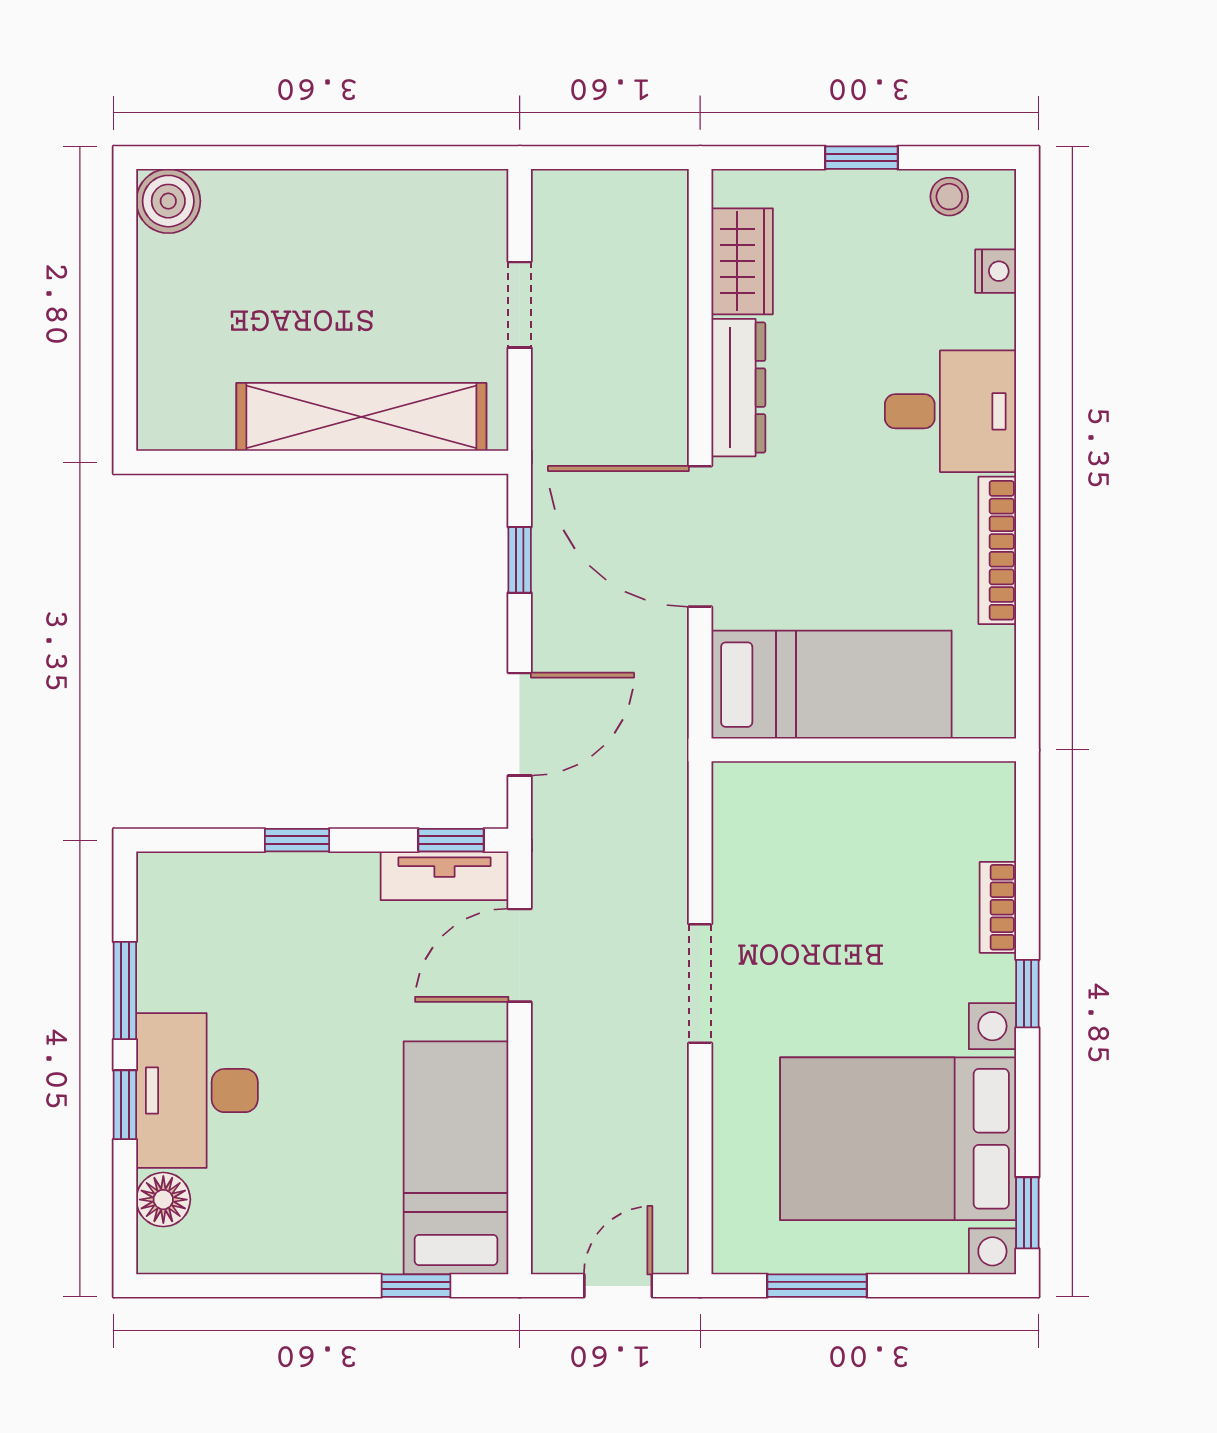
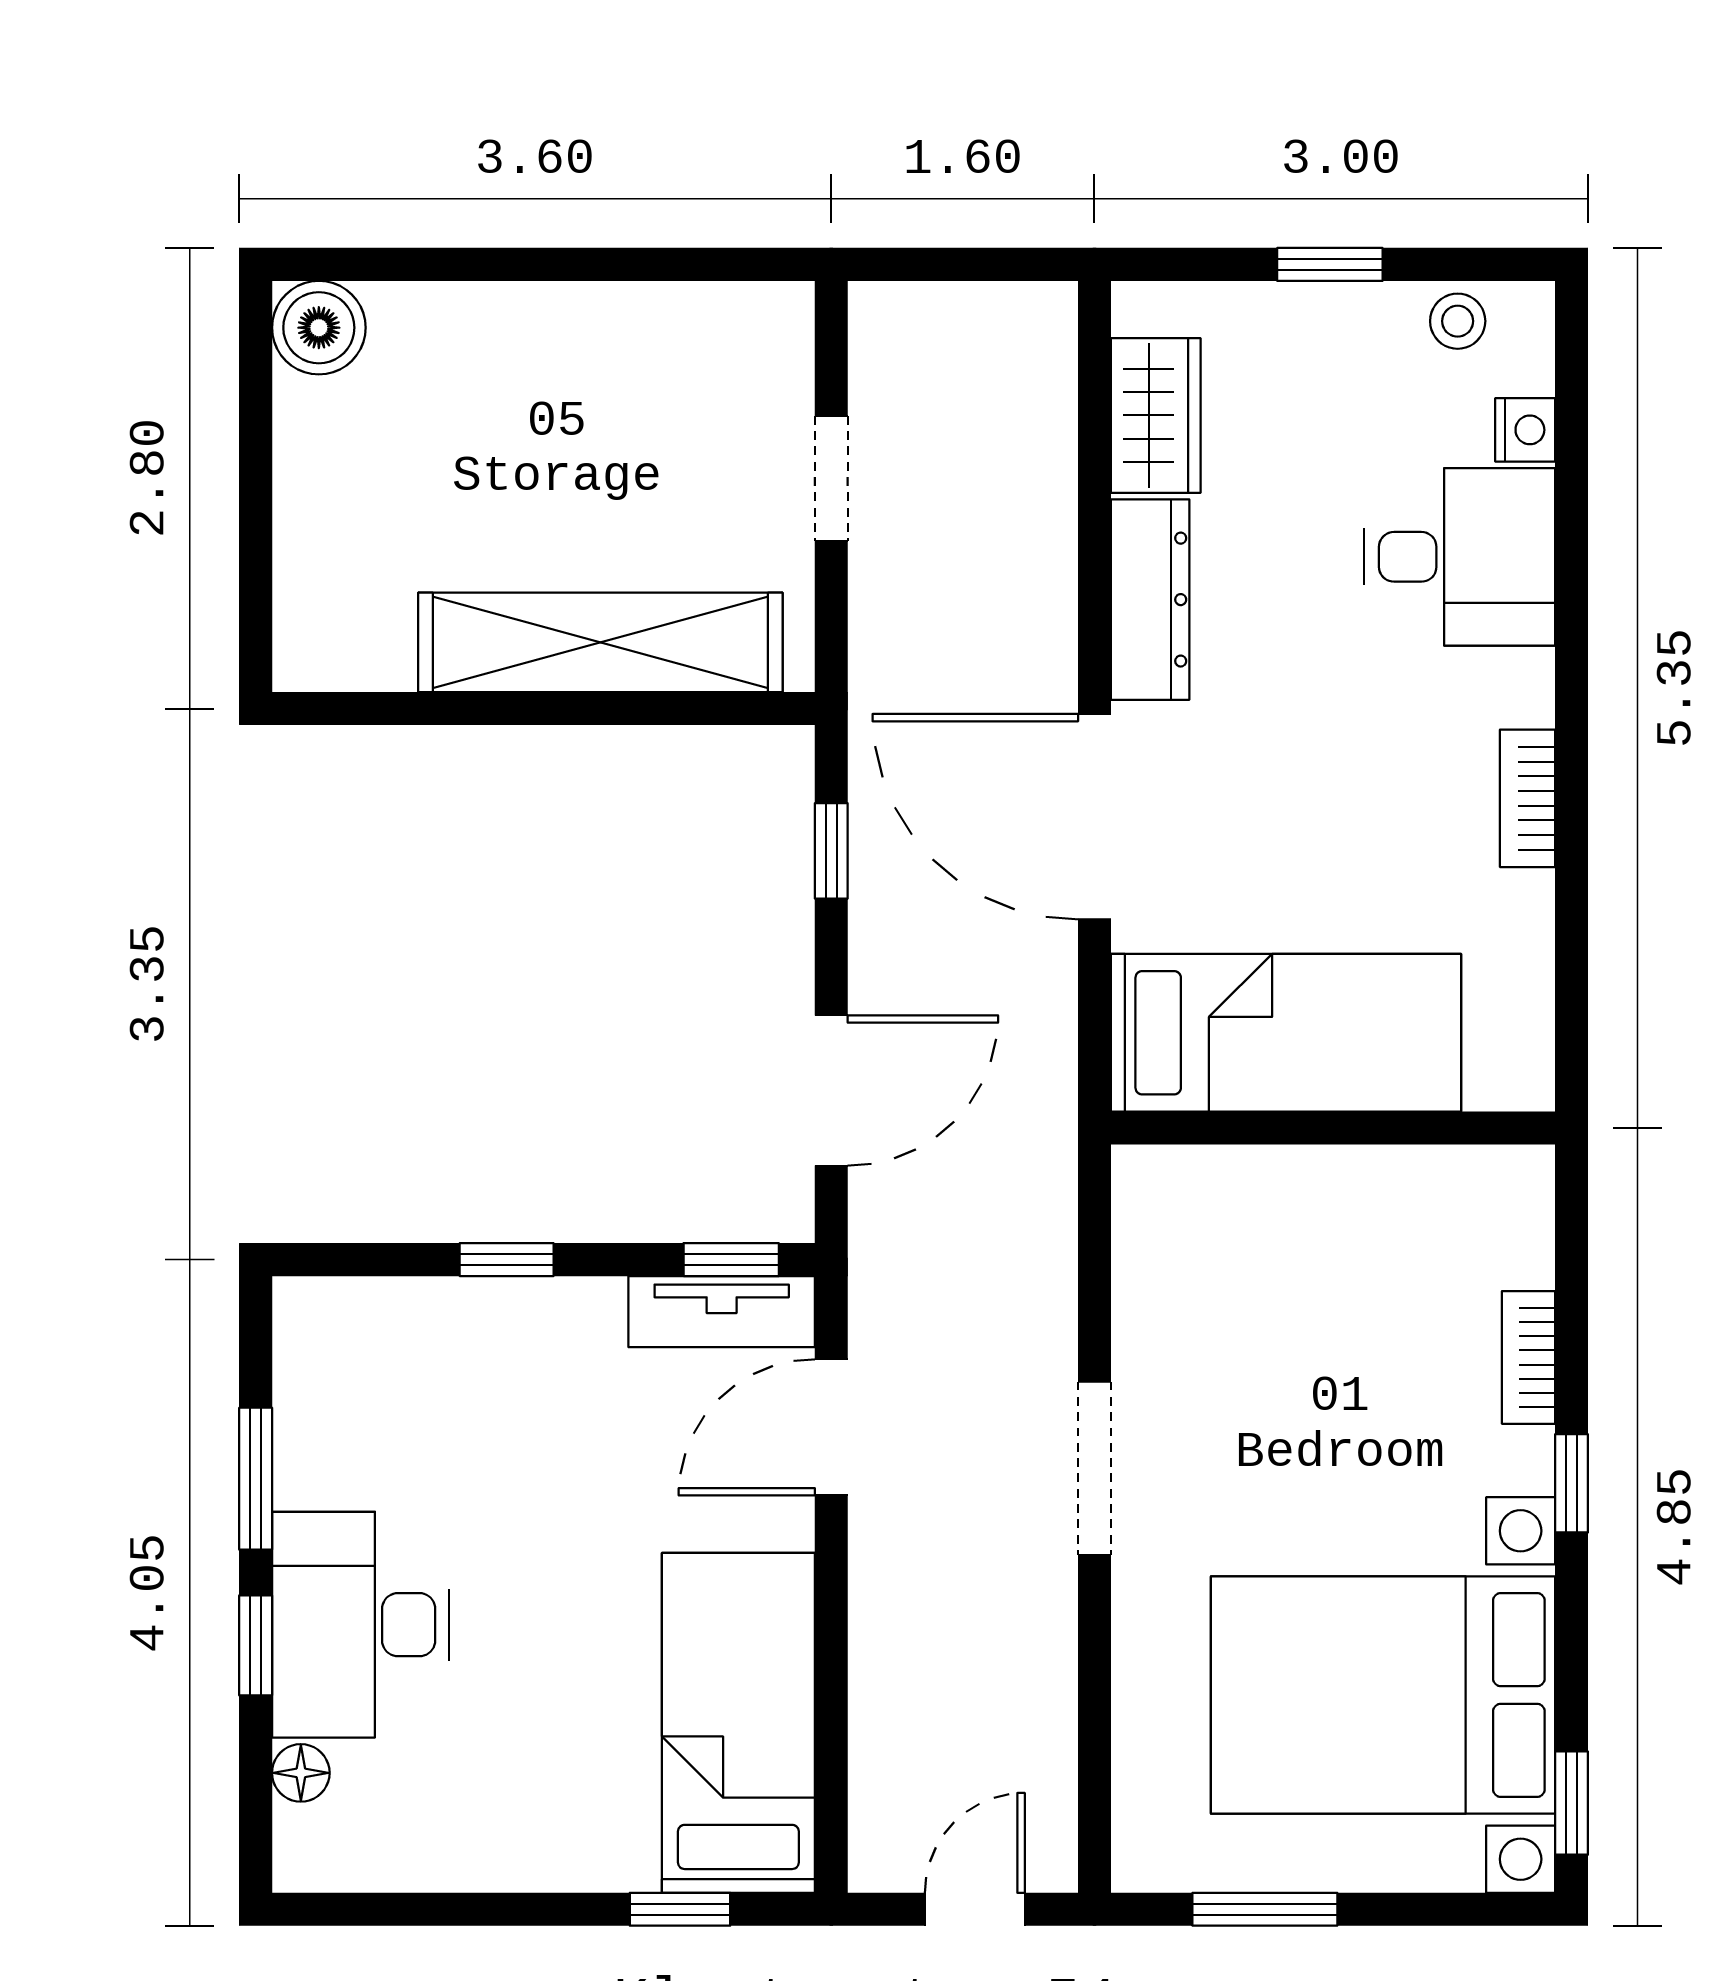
desk: (950, 411) -> (1459, 557), moved
bookcase: (997, 550) -> (1528, 798), width x0.64
floor lamp: (163, 1200) -> (301, 1773), width x0.73, depth x0.73

